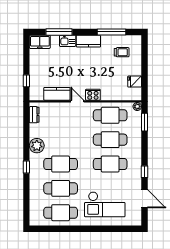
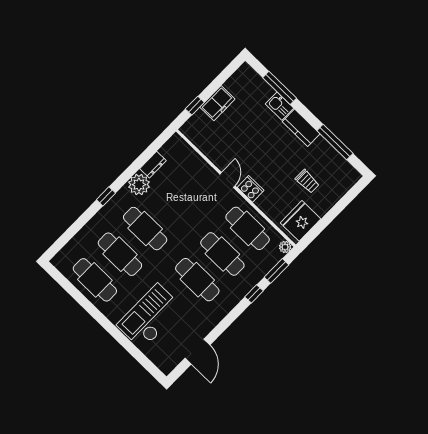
freezer: (40, 42) -> (217, 103), moved, turned -90
trolley: (122, 52) -> (307, 181), moved
fridge: (135, 82) -> (300, 221), width x1.88, depth x1.34
kitchen counter: (57, 94) -> (214, 151), removed
dresser: (34, 115) -> (153, 165), moved
window: (144, 172) -> (254, 294), moved
checkout: (105, 204) -> (150, 317), turned 90

